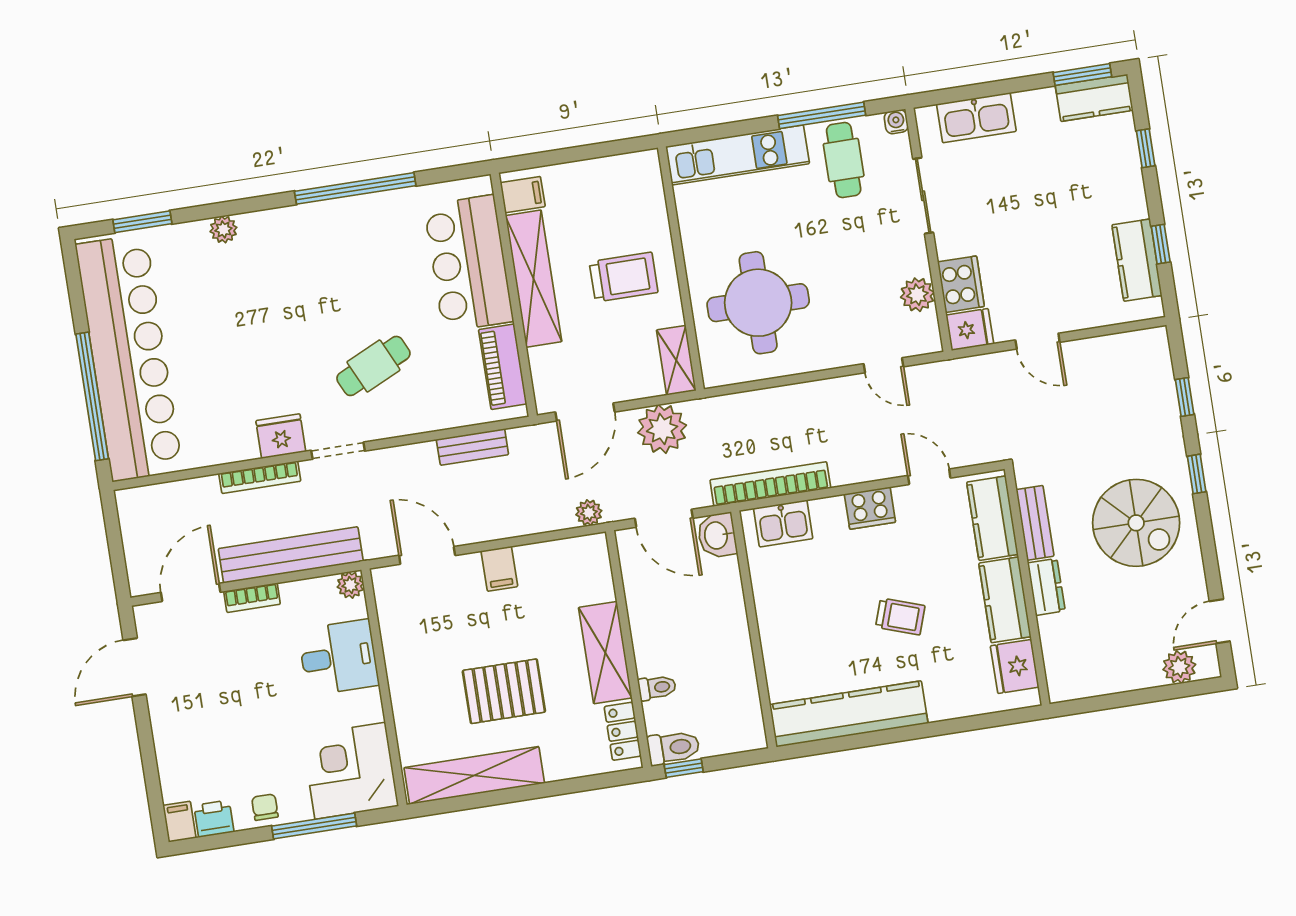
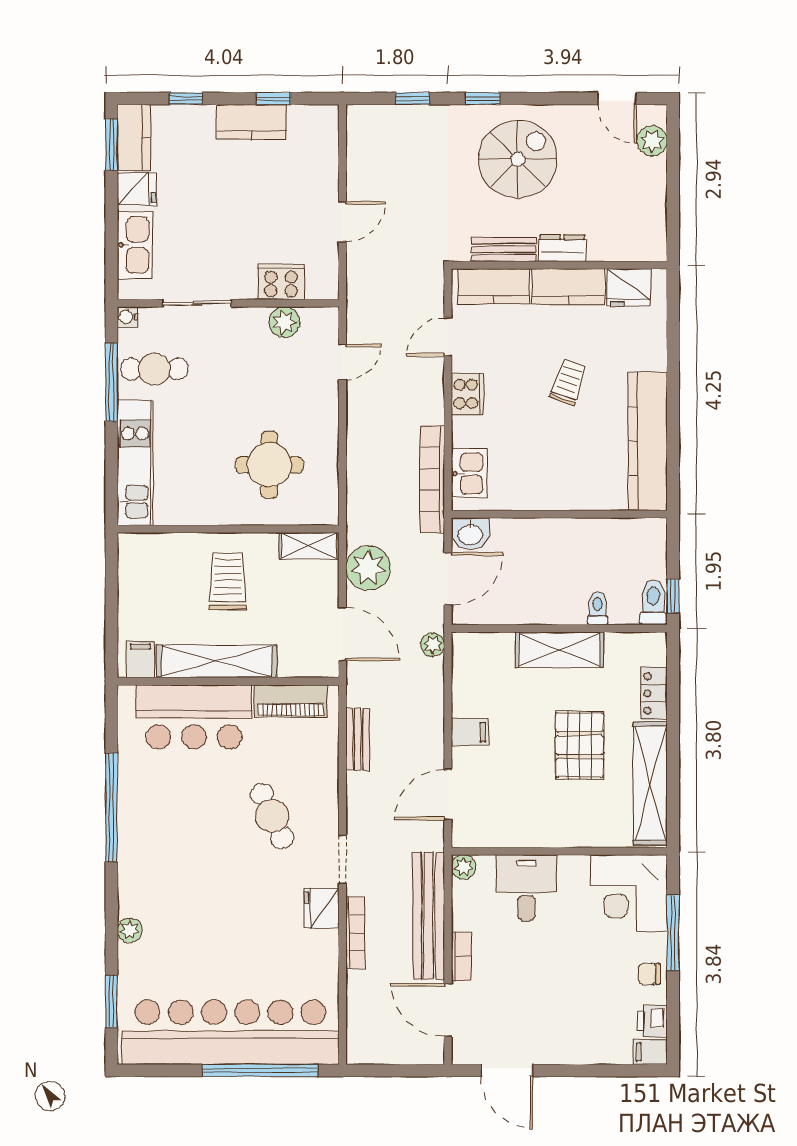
kitchen counter: (1137, 260) -> (251, 122), moved
round table: (758, 303) -> (269, 465), width x0.73, depth x0.73
fridge: (970, 330) -> (137, 189), moved, turned 90
locker: (623, 731) -> (654, 693), moved, turned 90

